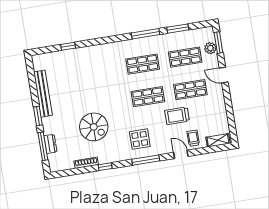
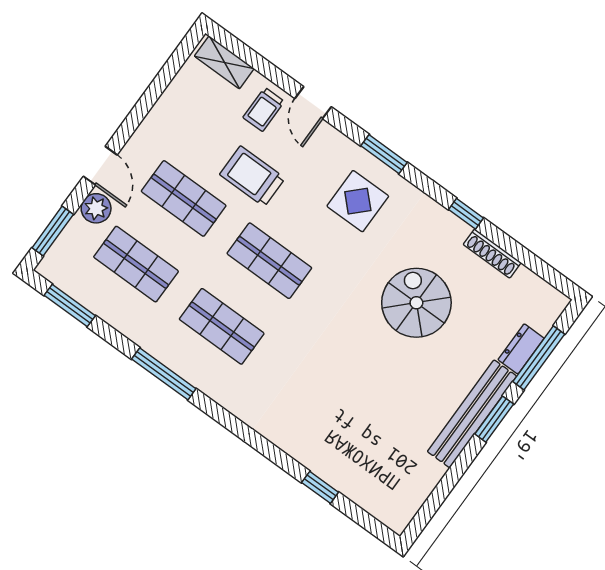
window: (178, 29) -> (70, 305), moved
plant: (210, 48) -> (96, 208), moved
bench: (43, 94) -> (472, 414), moved
trolley: (177, 116) -> (252, 176), turned 180
window: (146, 160) -> (384, 154), width x0.69

